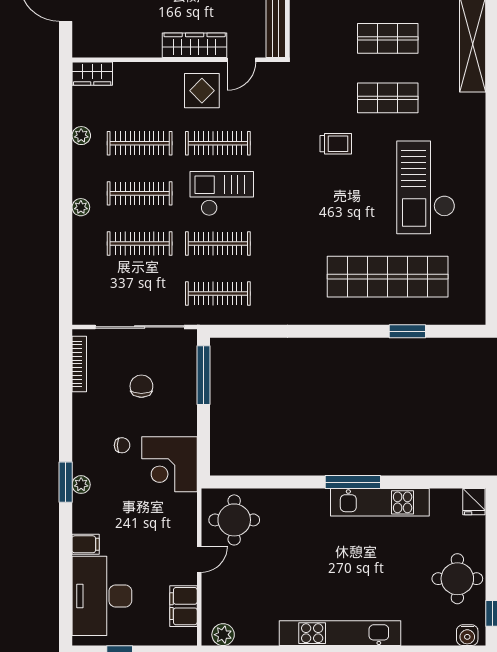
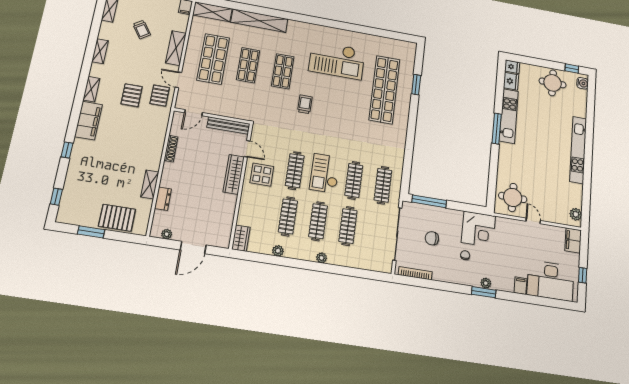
fridge: (446, 502) -> (511, 81), added
filing cabinet: (183, 606) -> (573, 240), moved, turned 90

